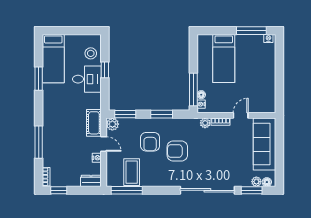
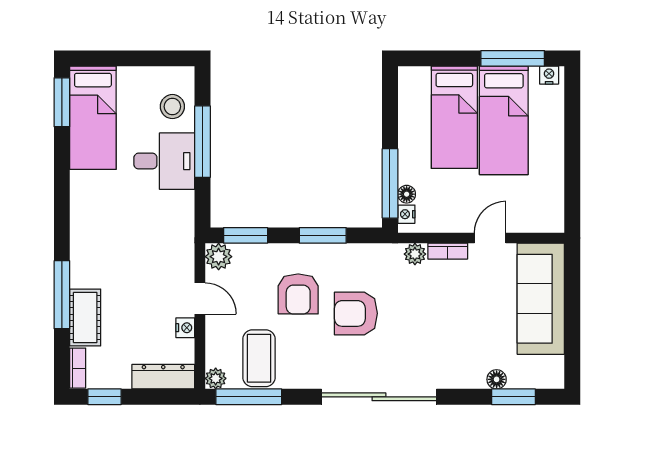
bed: (247, 60) -> (504, 120), added
window: (105, 70) -> (202, 142), width x2.17
window: (39, 79) -> (62, 102), moved
cot: (94, 123) -> (85, 317), moved
dresser: (91, 181) -> (163, 377), width x1.44
plant: (256, 182) -> (216, 378), moved
floor lamp: (267, 182) -> (497, 379), moved
sliding door: (207, 190) -> (379, 397), moved

